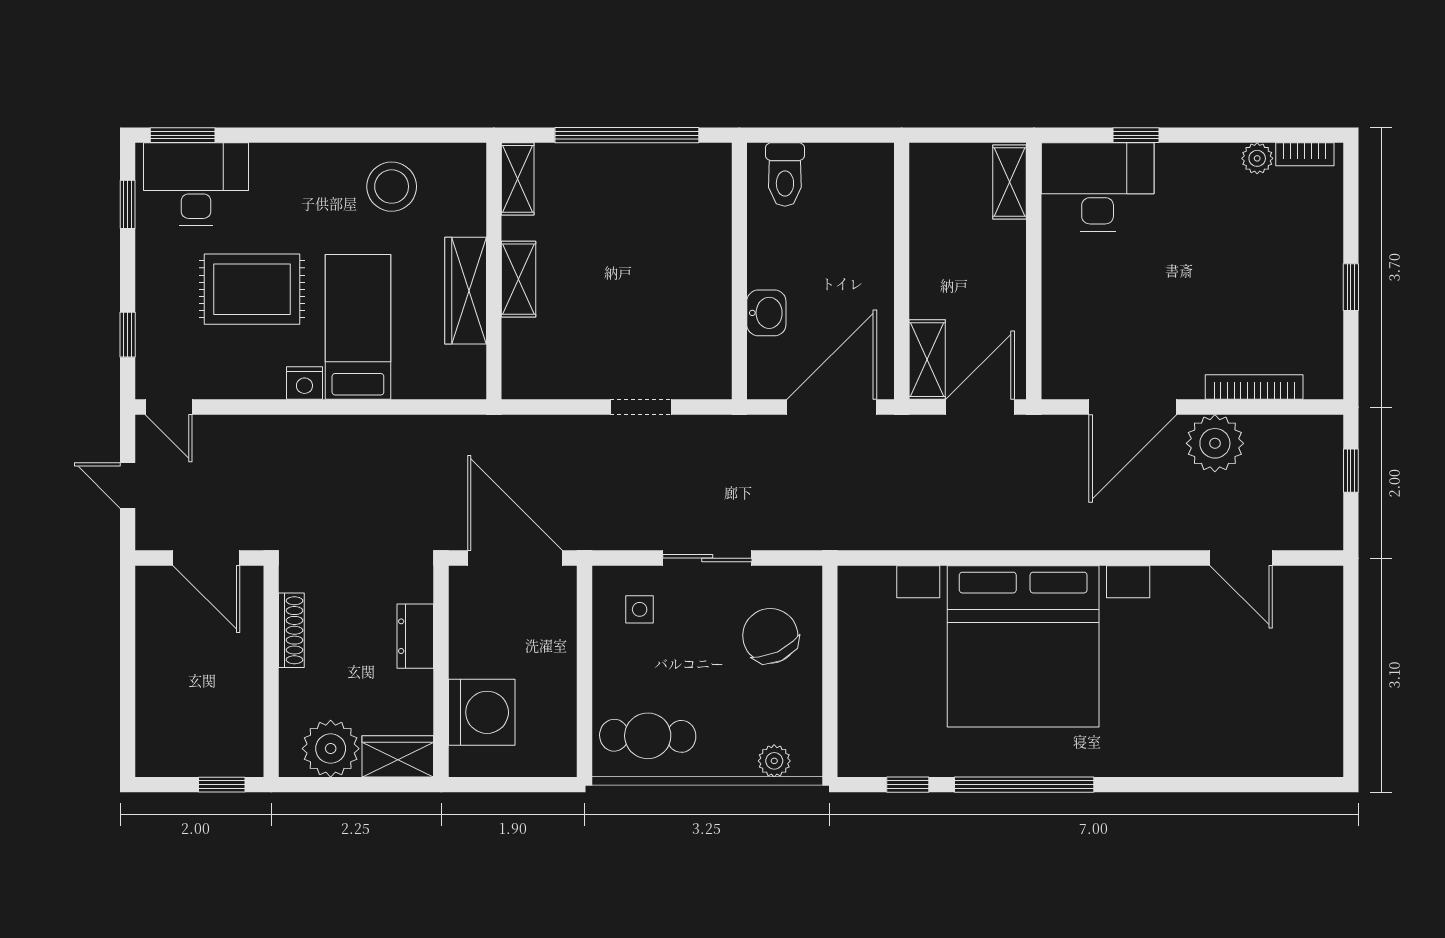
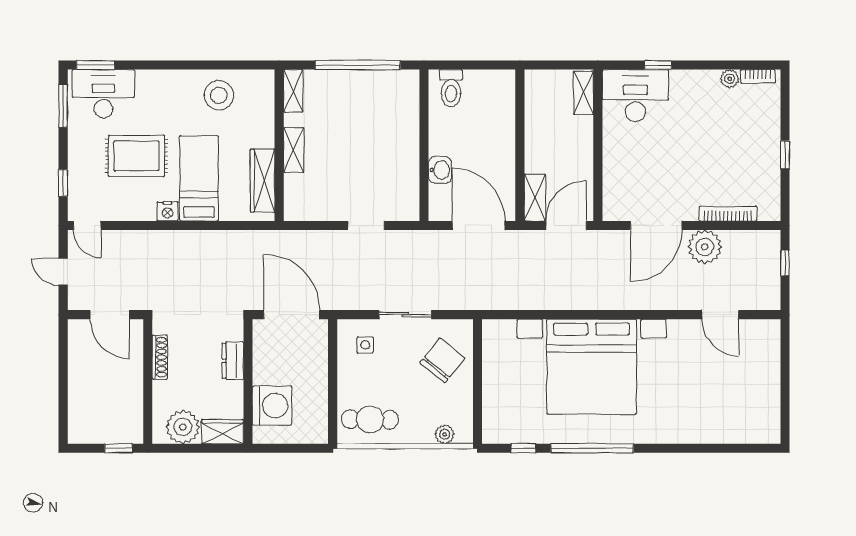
window: (128, 204) -> (63, 106), width x1.50
wardrobe: (466, 291) -> (263, 181), moved
door: (832, 407) -> (479, 225), hinge flipped
chair: (770, 636) -> (442, 360), turned 64

